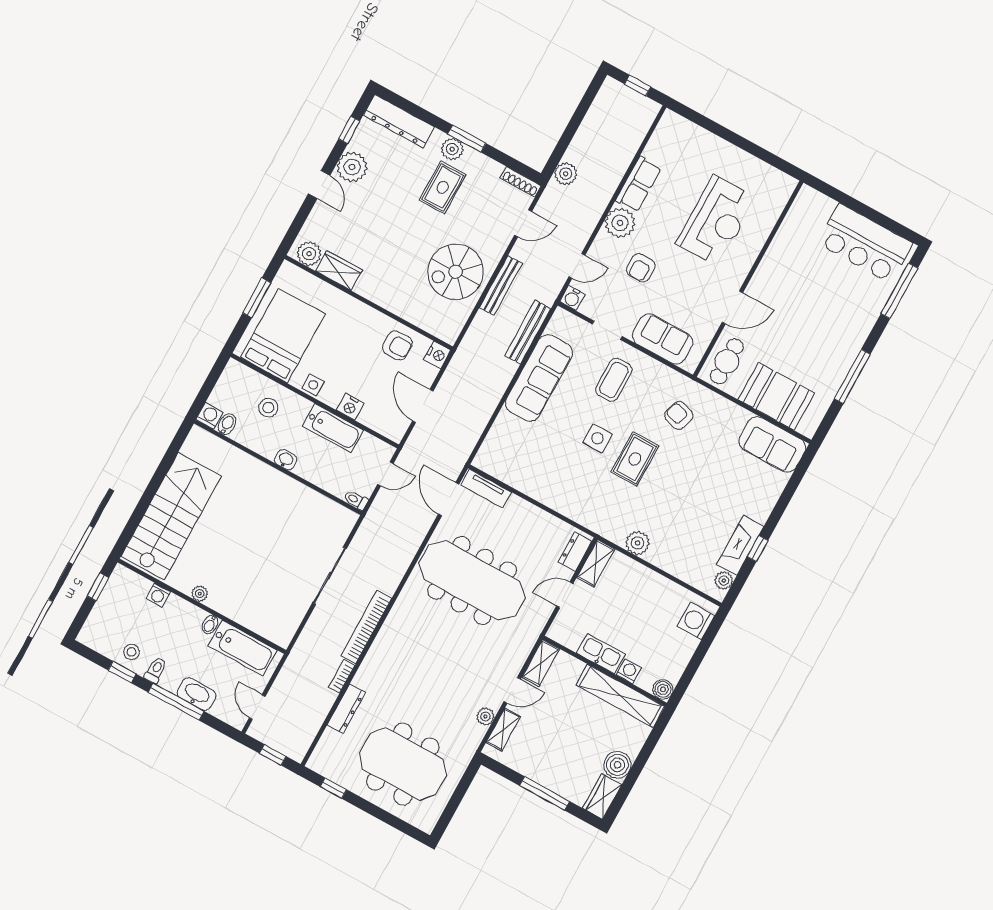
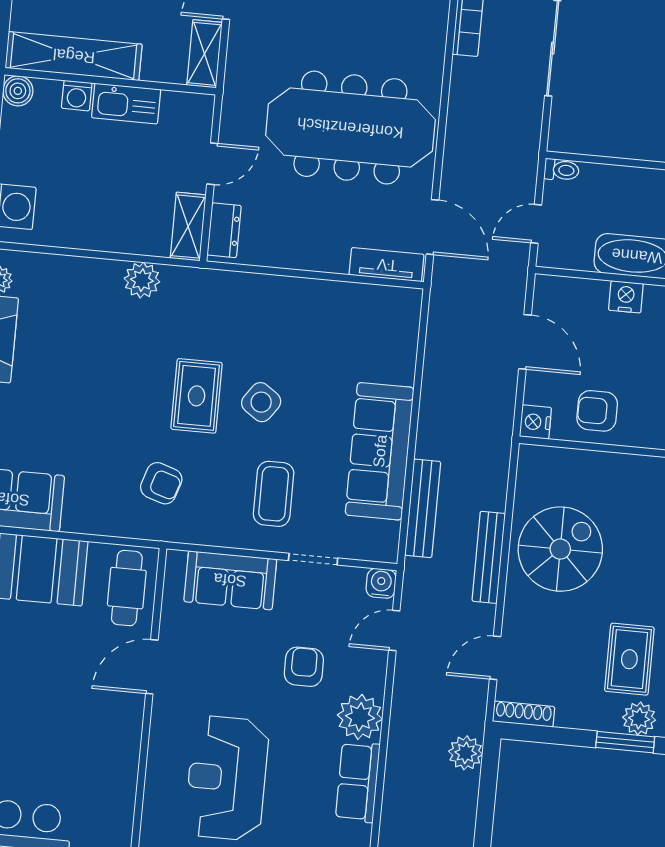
side table: (597, 438) -> (261, 402), turned 35

